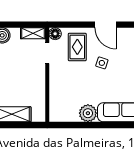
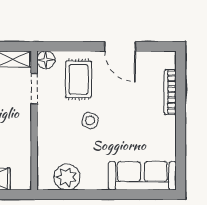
side table: (102, 63) -> (90, 121), moved
plant: (88, 113) -> (67, 177), moved

